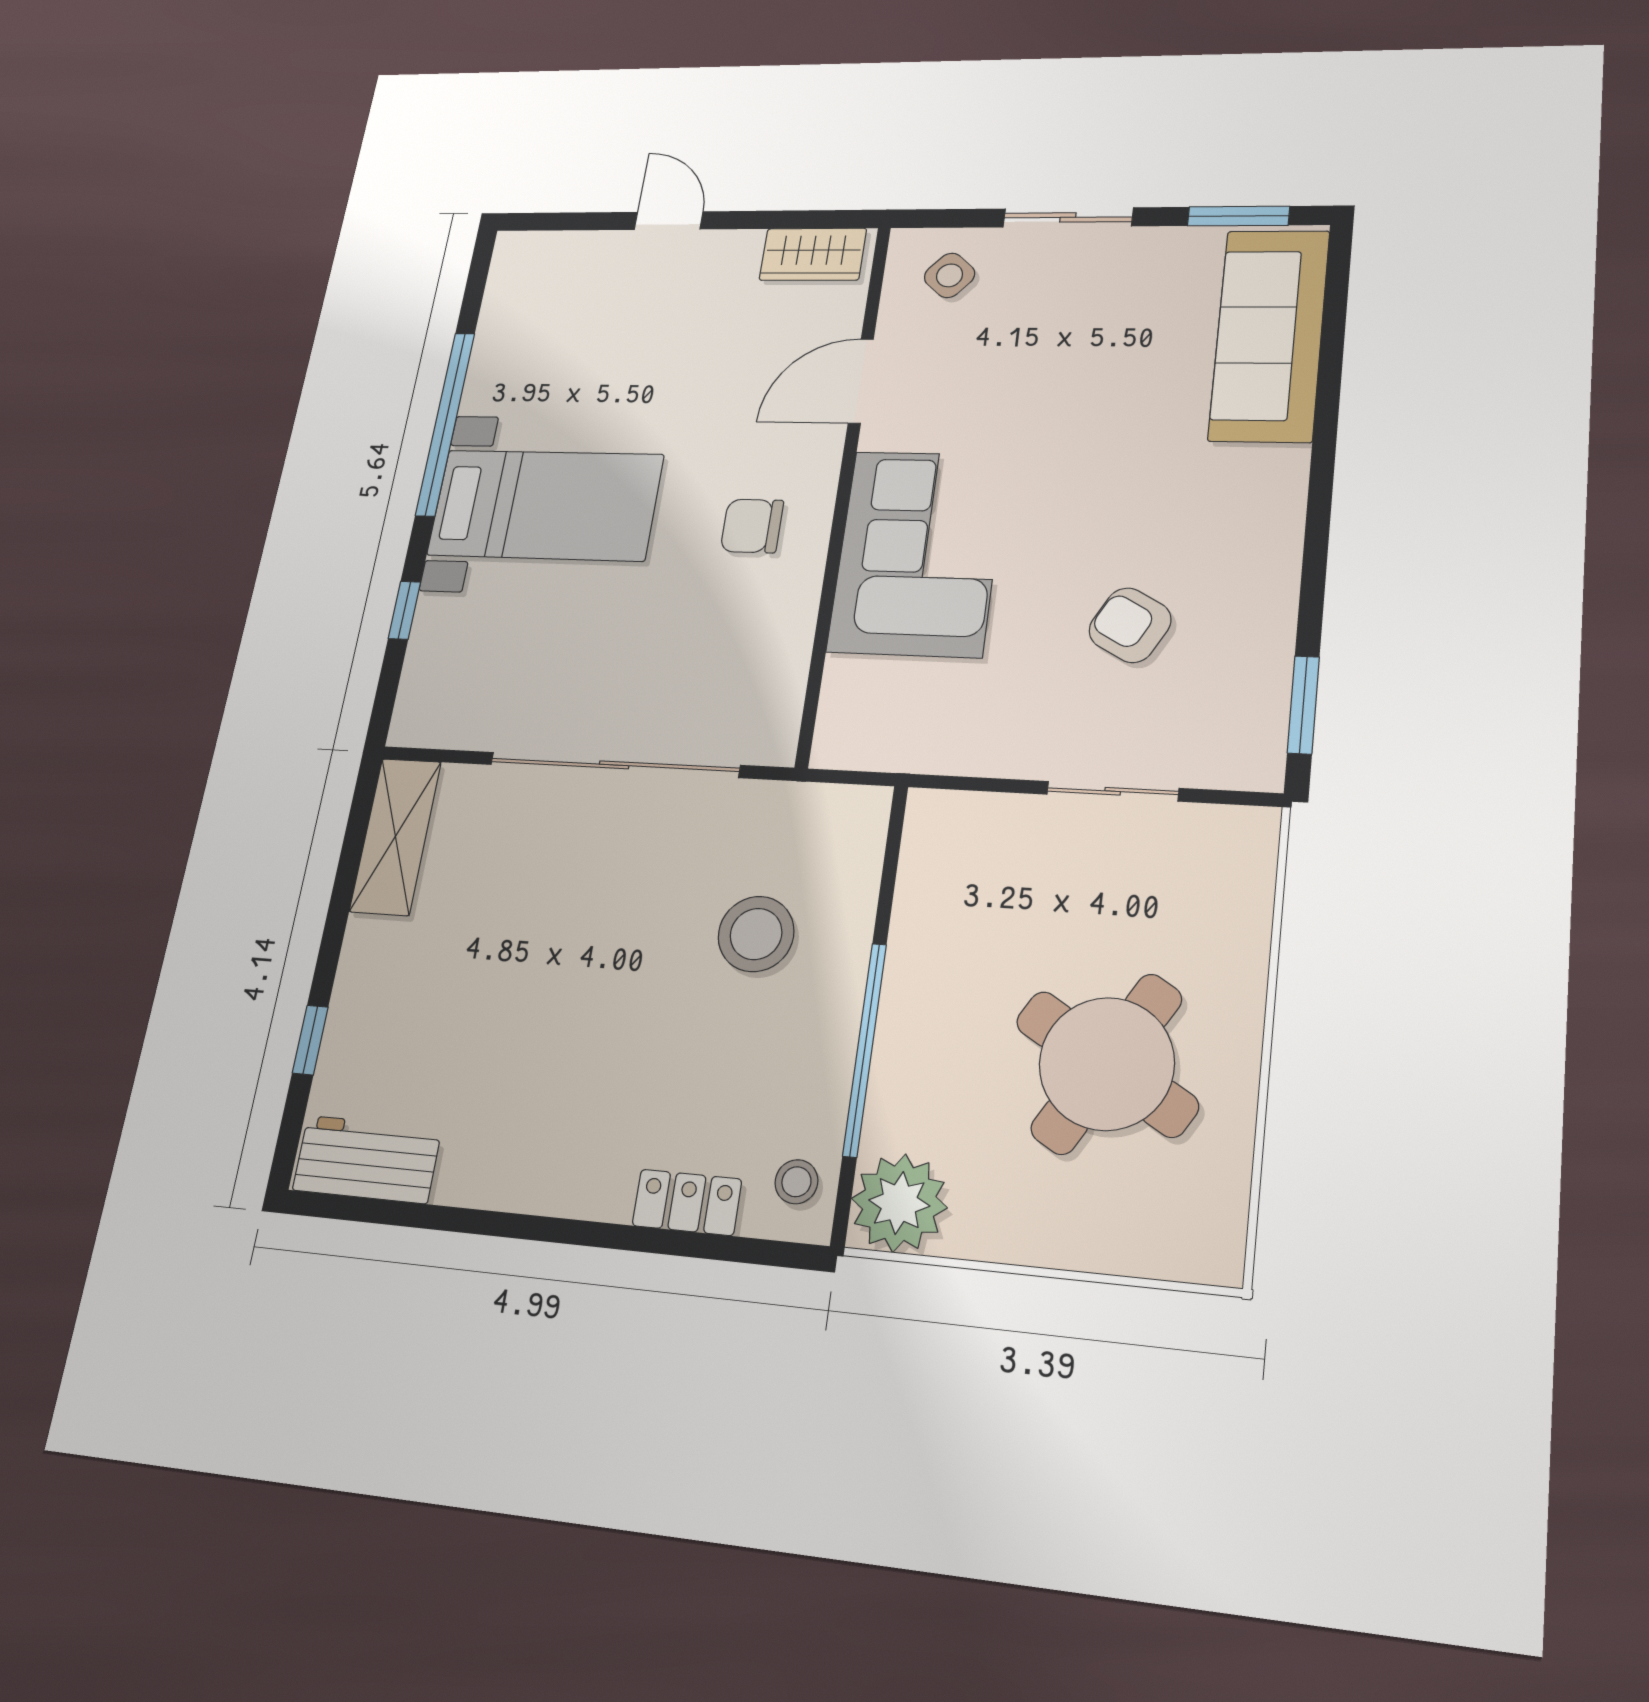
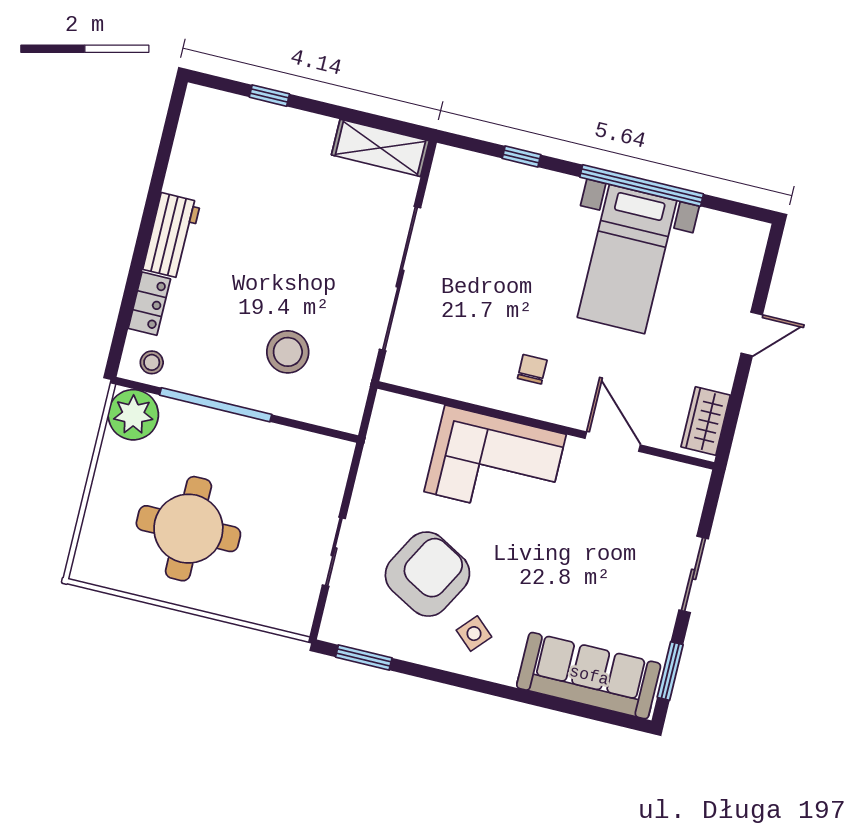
side table: (950, 275) -> (474, 634), moved
bed with nightstands: (545, 505) -> (627, 259), moved
chair: (752, 526) -> (532, 369), width x0.73, depth x0.73
armchair: (1130, 625) -> (427, 574), width x1.88, depth x1.88
round table: (1107, 1064) -> (188, 529), turned -31
workbench: (367, 1159) -> (172, 236), moved

